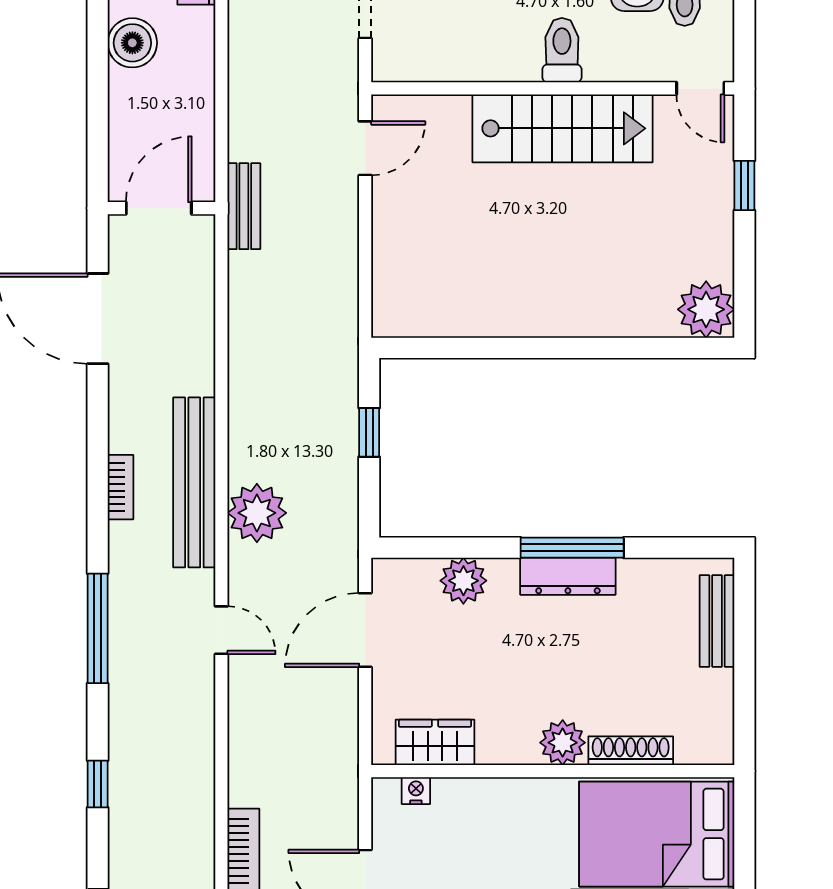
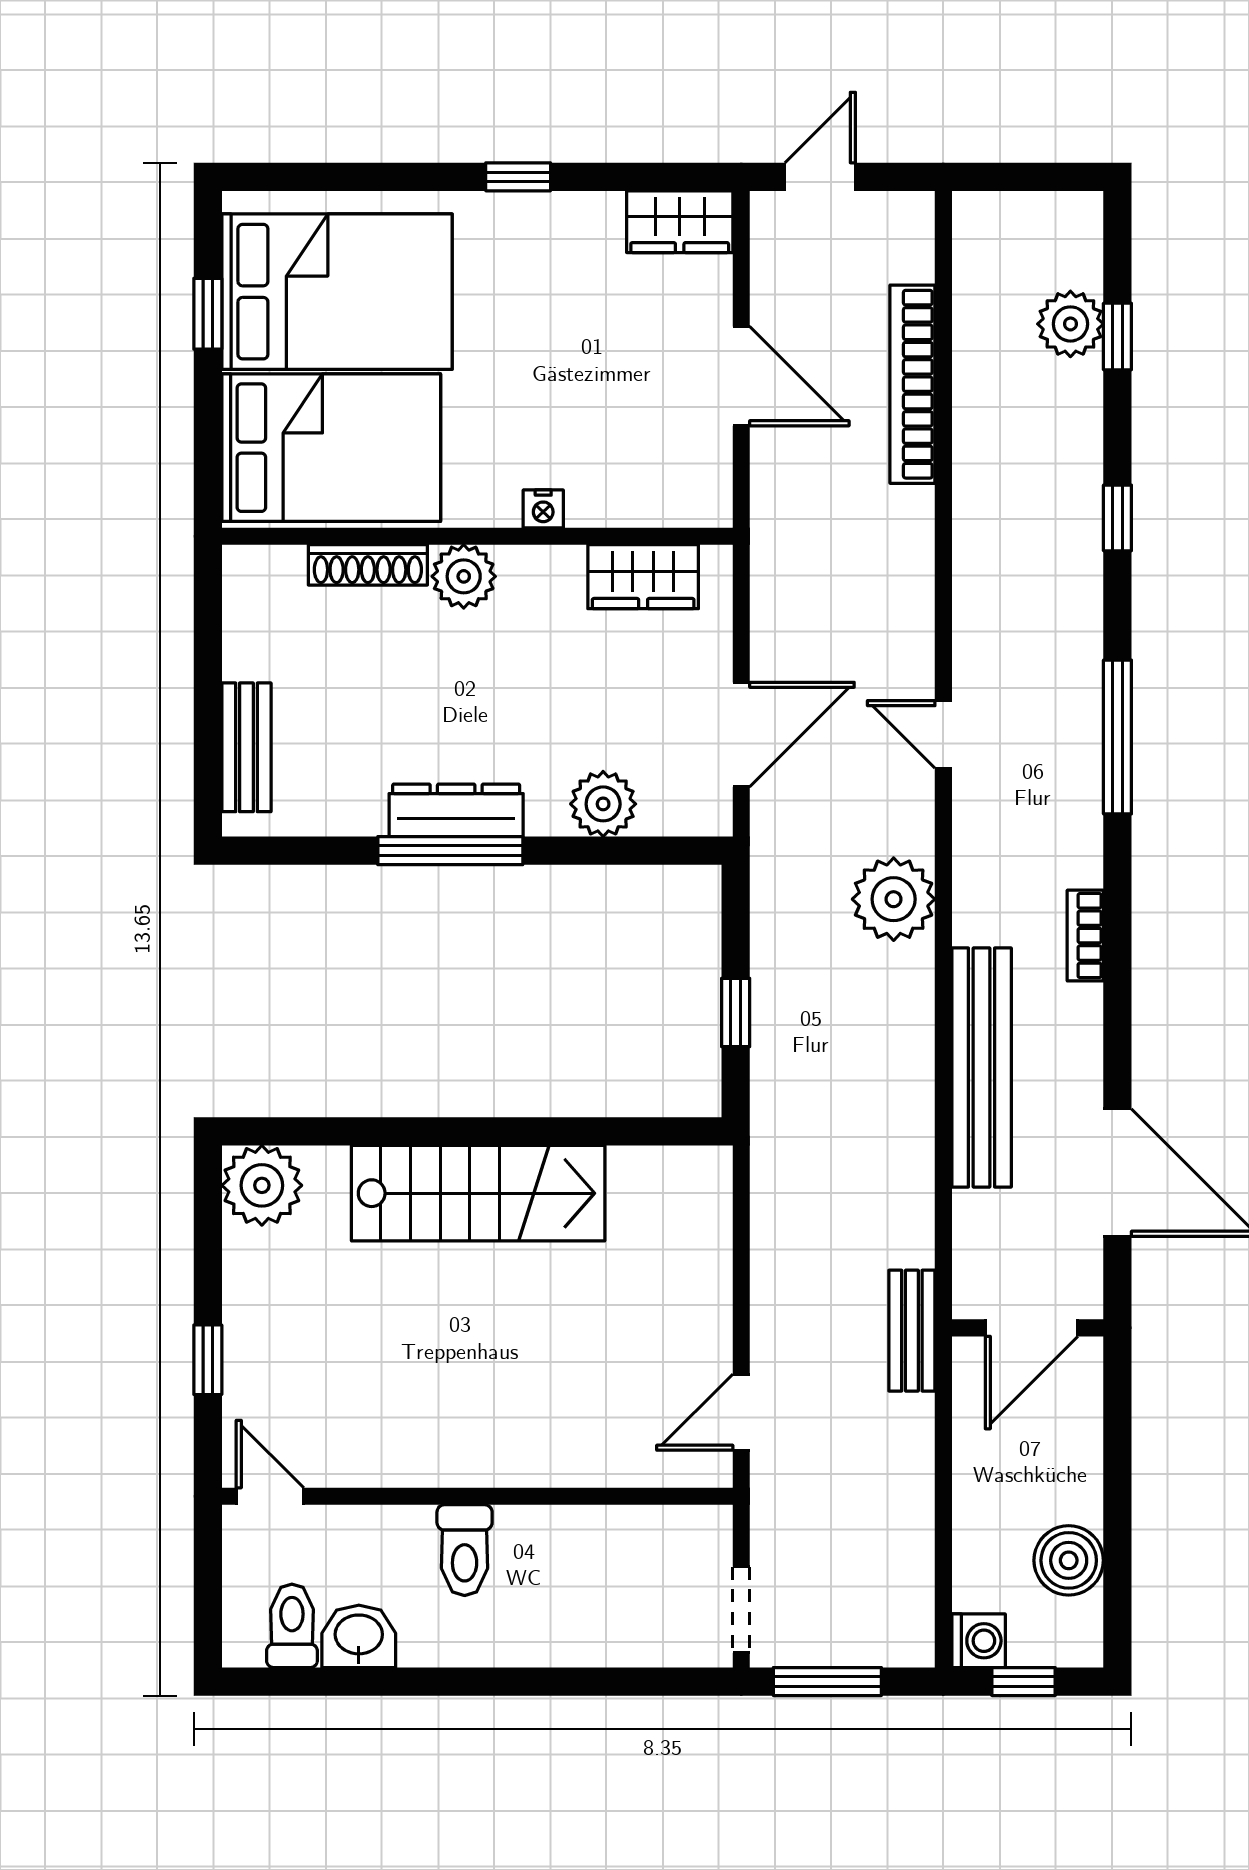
stairs: (563, 128) -> (478, 1193), moved, turned 180
bench: (194, 482) -> (982, 1068), moved
nightstand: (416, 791) -> (543, 509), moved

